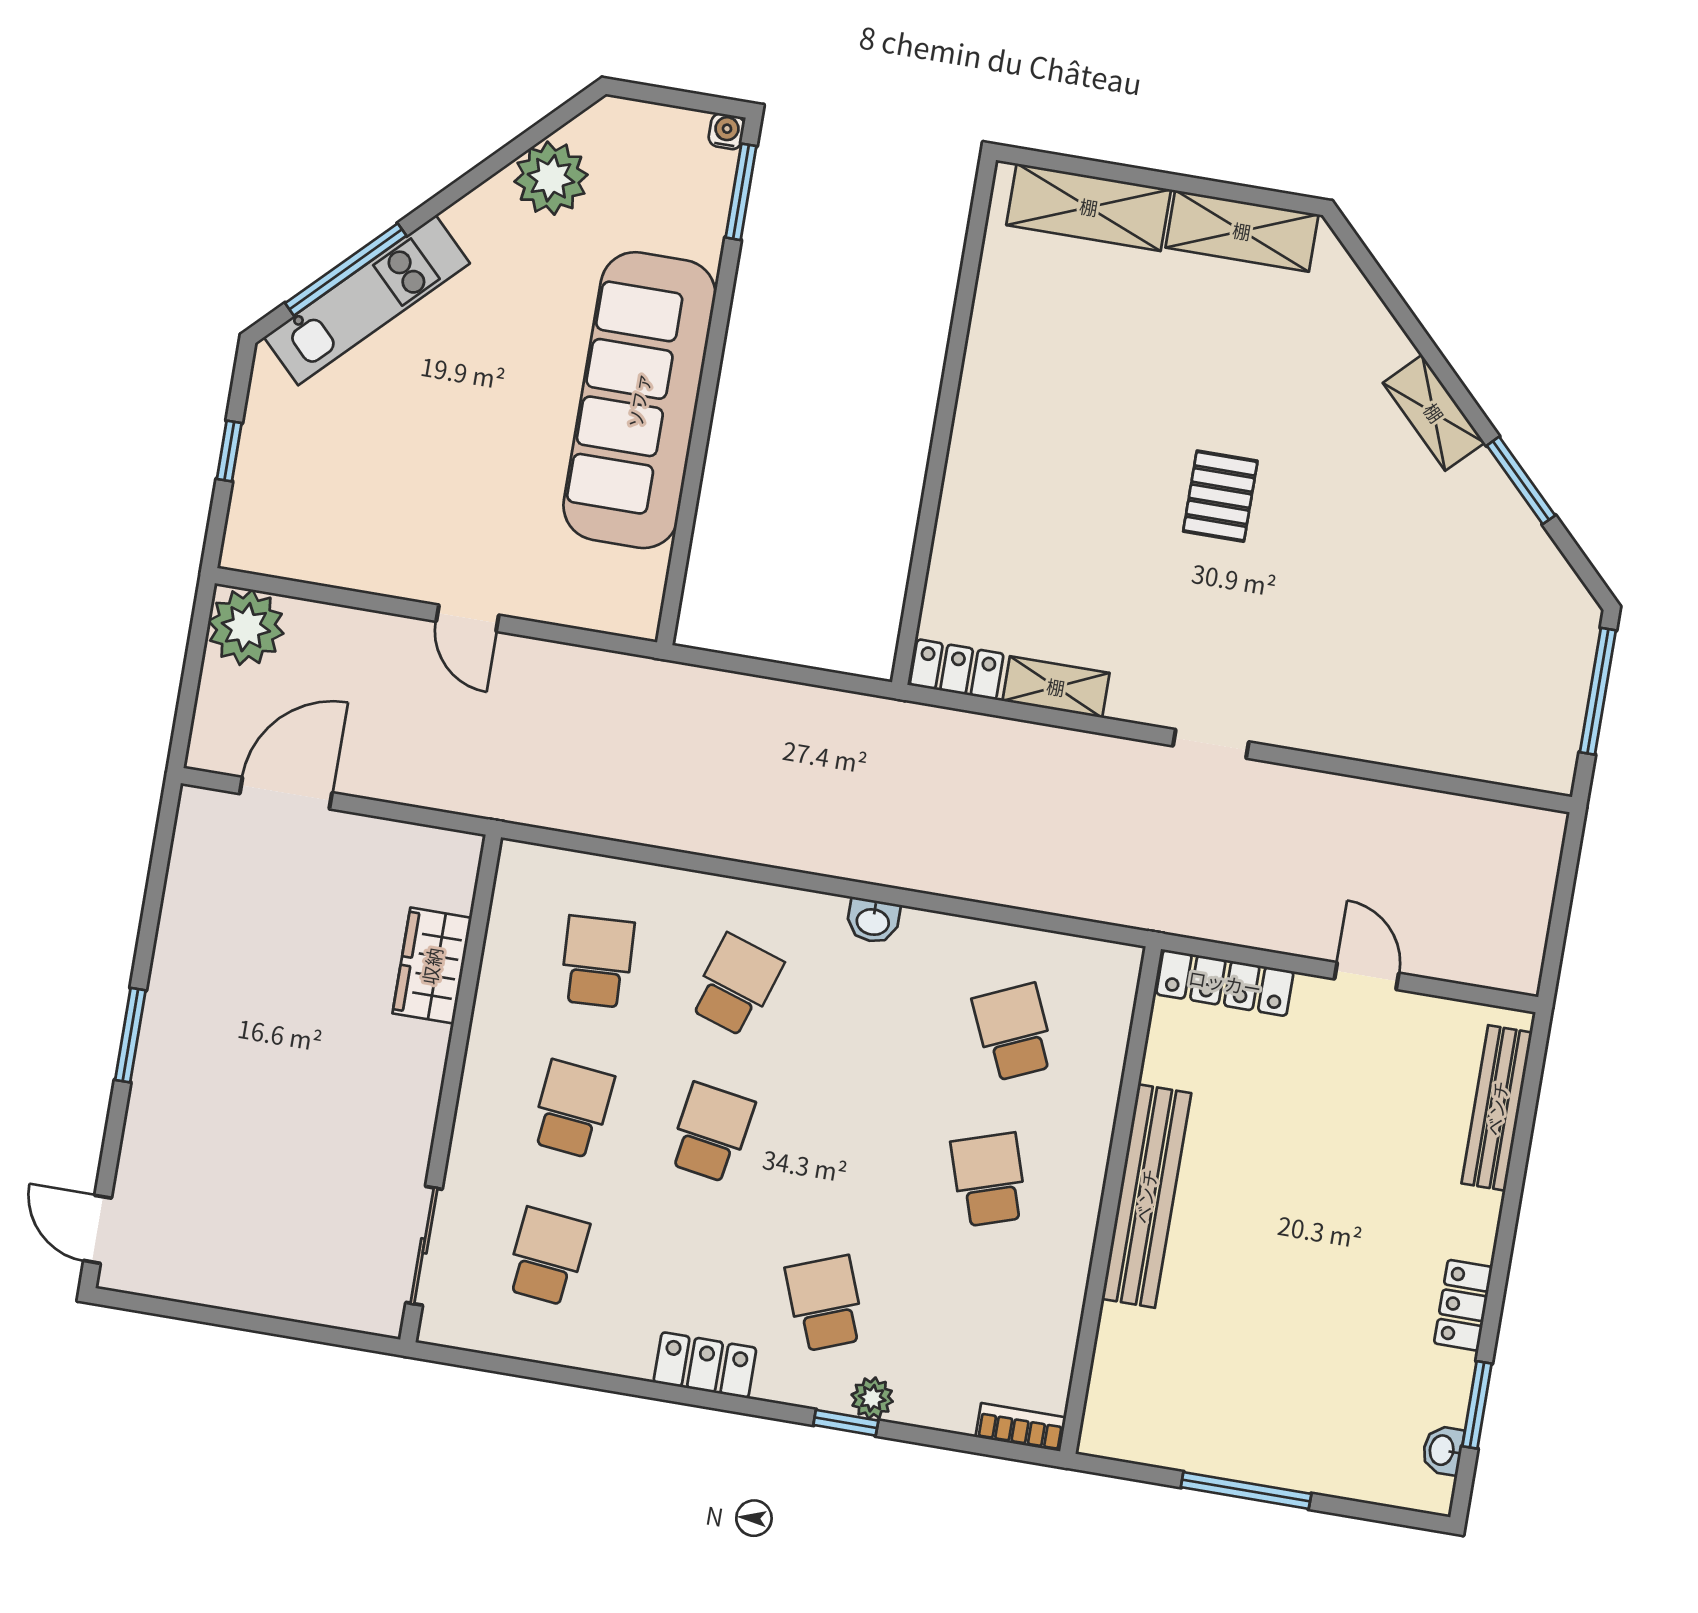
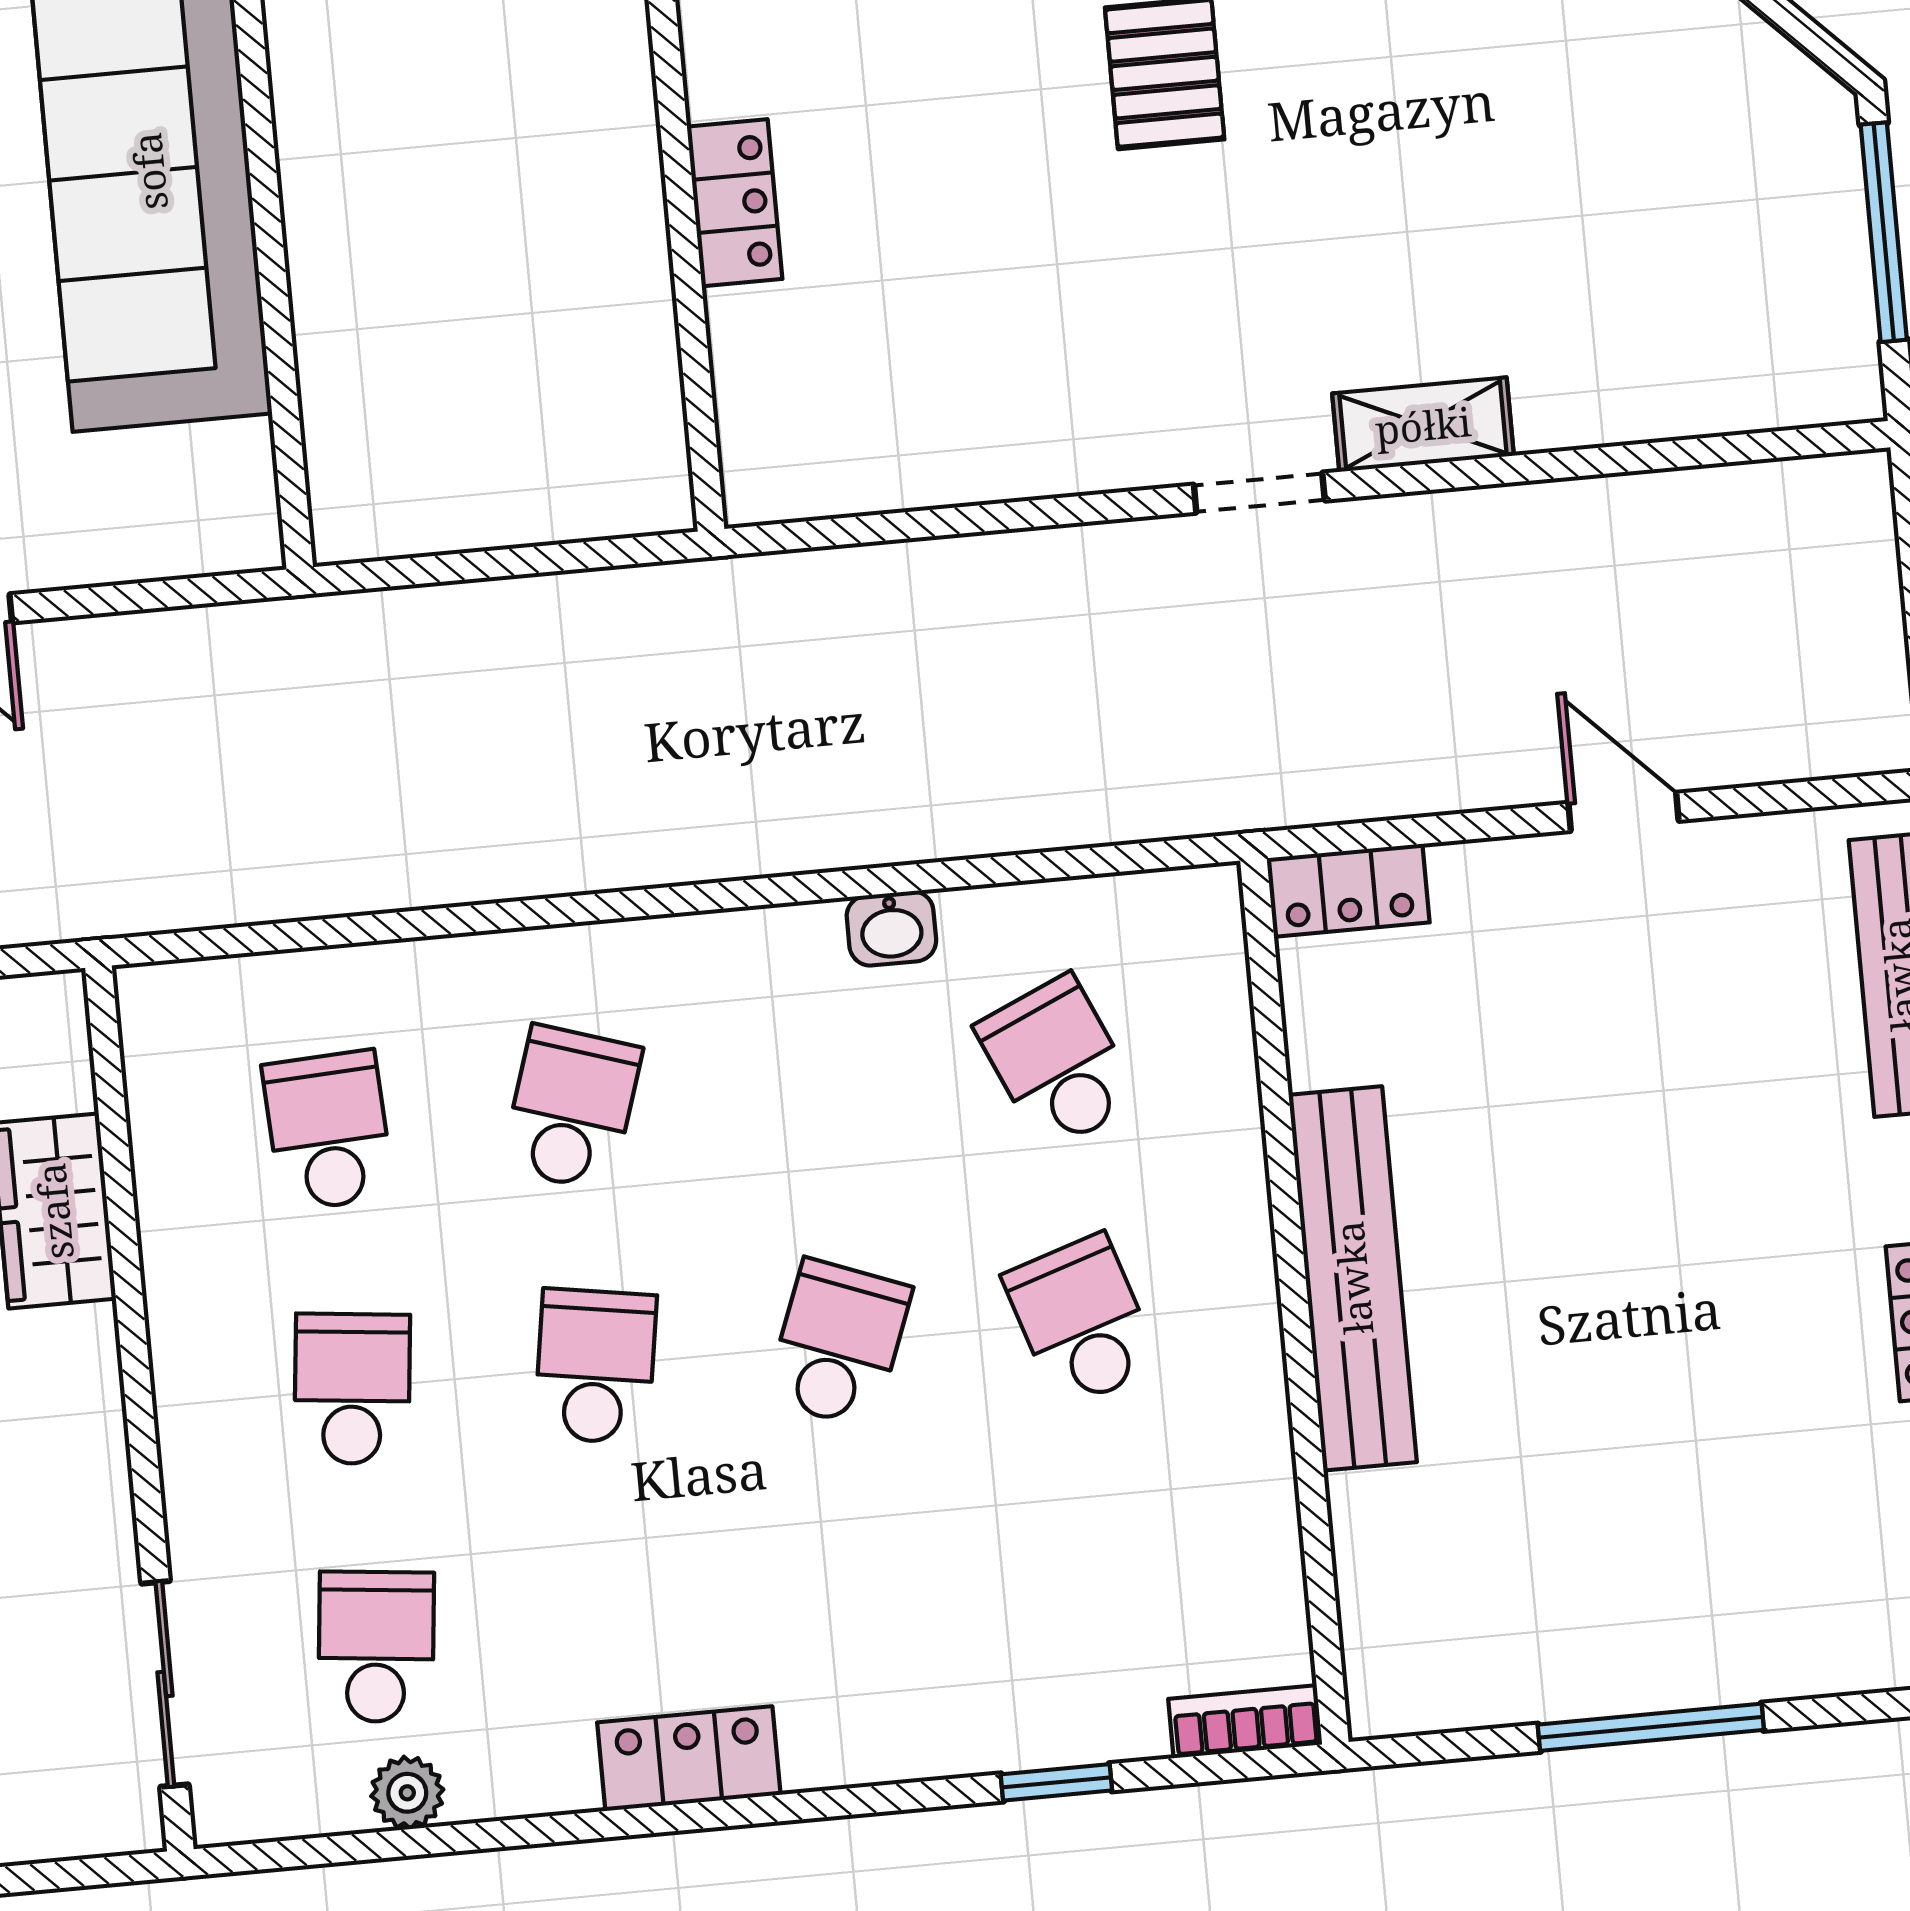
locker: (957, 669) -> (735, 203), moved, turned 90
shelving: (1056, 687) -> (1423, 425), moved
washbasin: (873, 921) -> (891, 928), moved
locker: (1225, 983) -> (1348, 890), width x0.66
school desk: (825, 1303) -> (839, 1344), moved, turned 42
plant: (872, 1398) -> (407, 1793), moved
window: (846, 1423) -> (1056, 1782), moved

